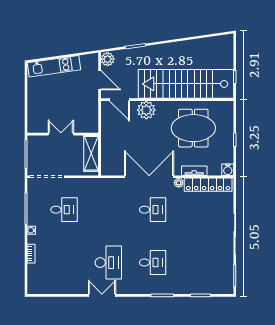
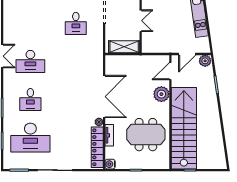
meeting table: (193, 128) -> (146, 135), turned 90
desk: (153, 210) -> (30, 138), moved, width x1.87, depth x1.30

